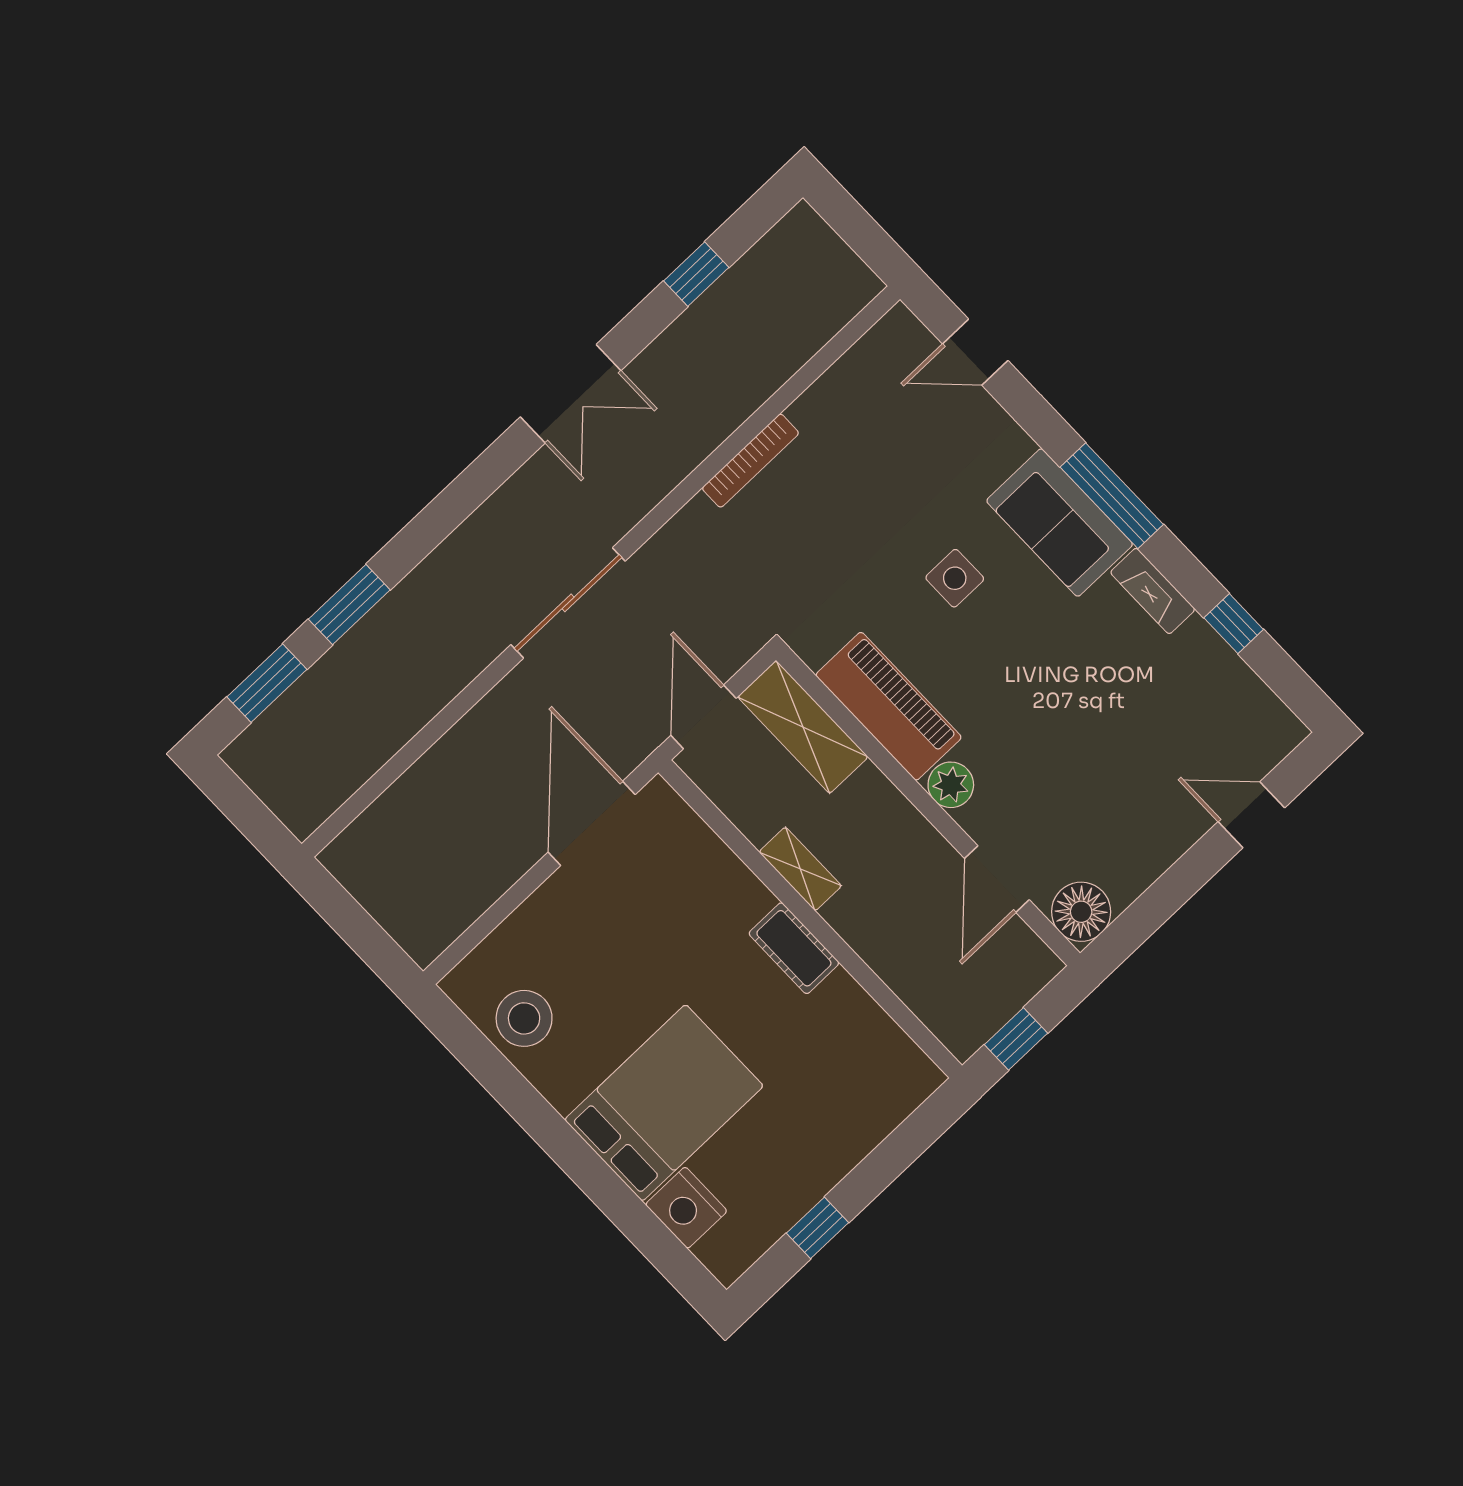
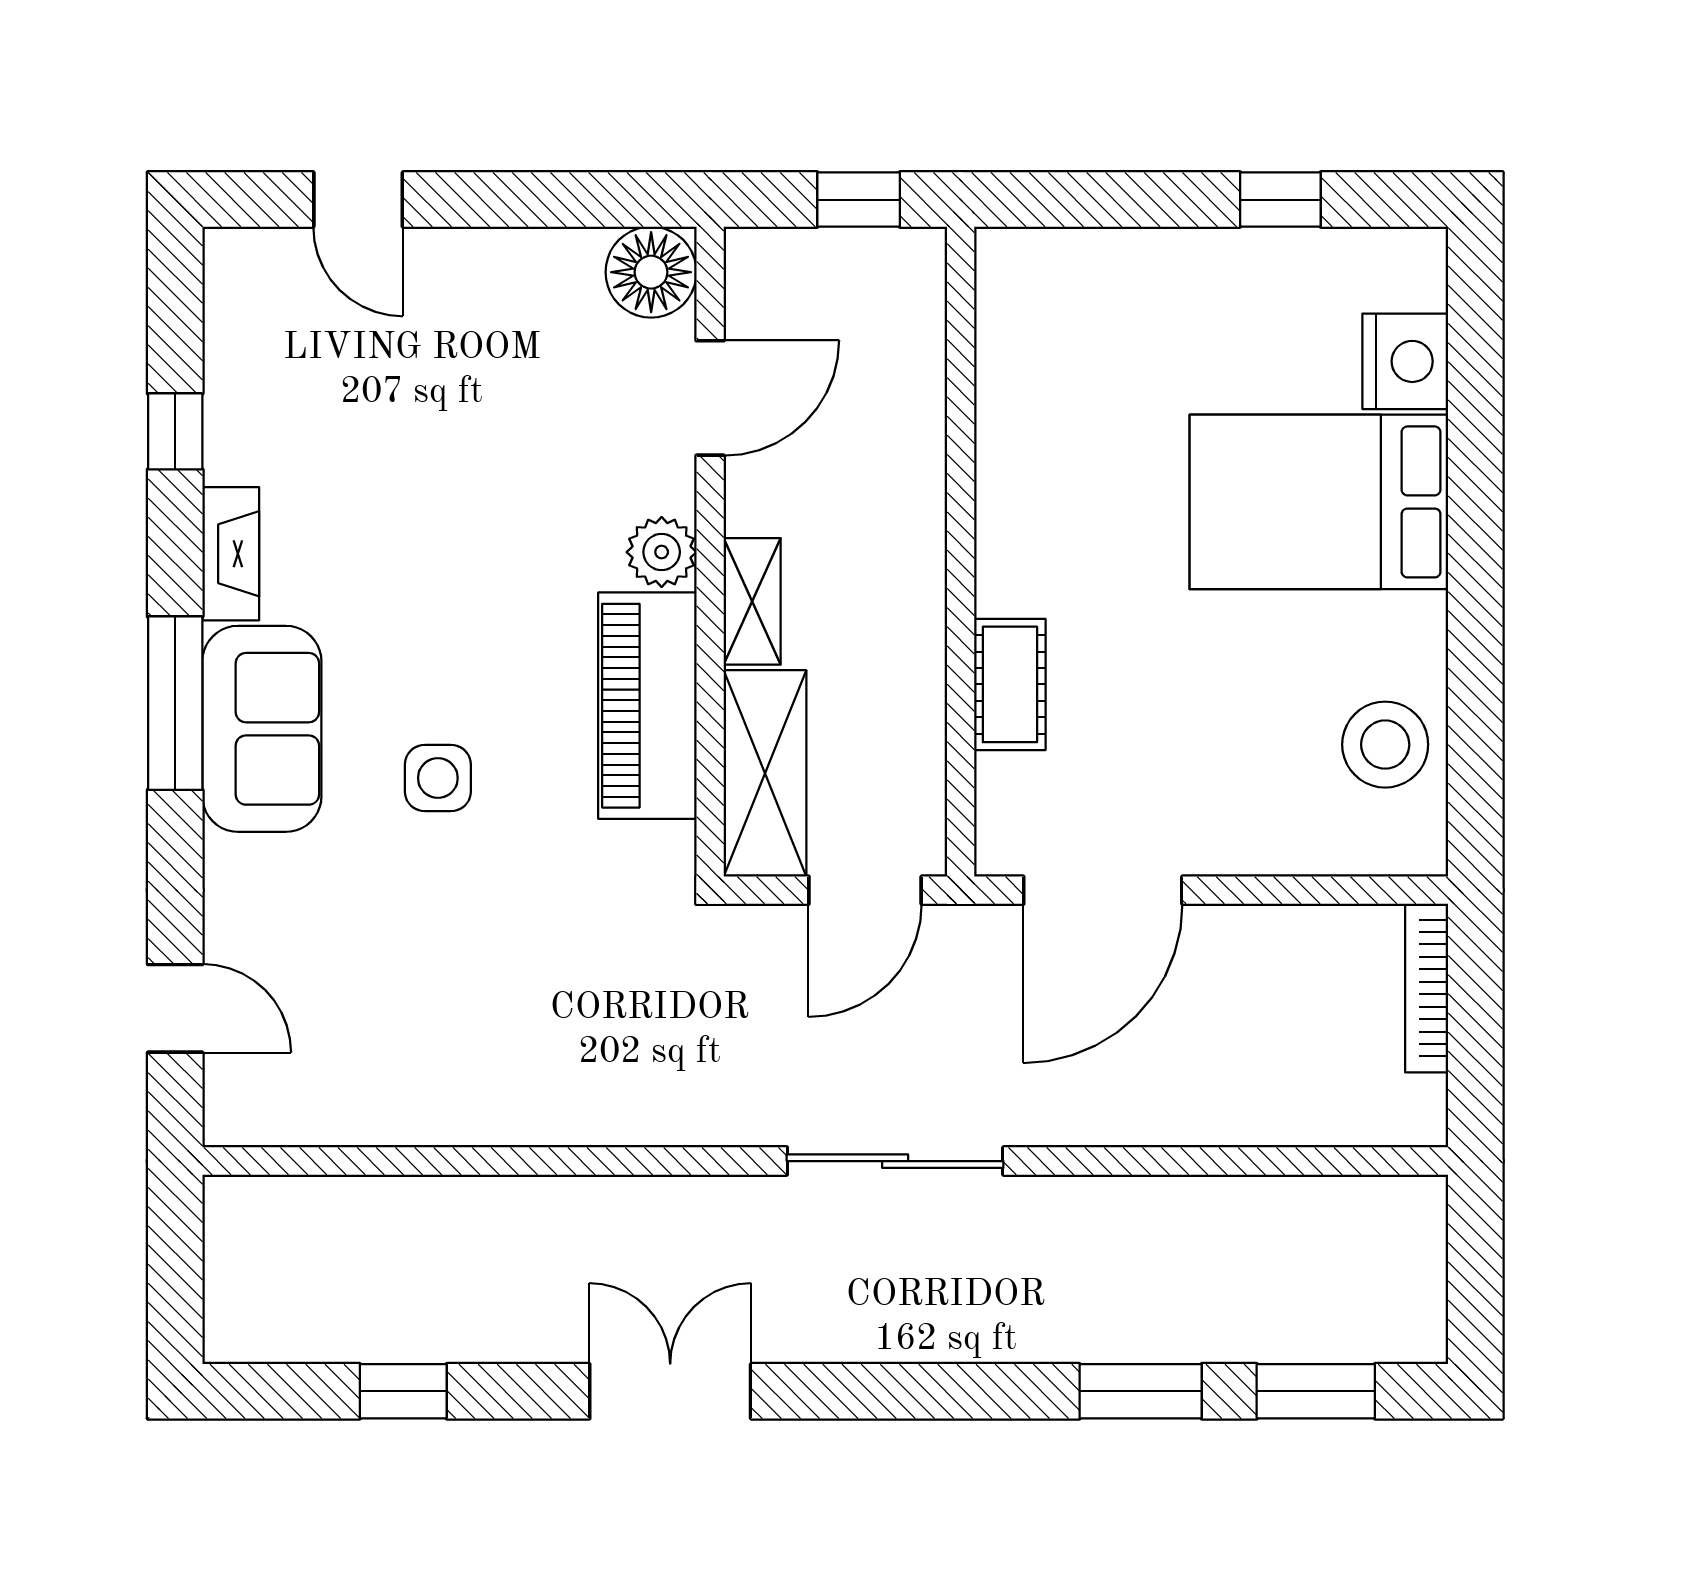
bookcase: (750, 461) -> (1427, 988), moved, turned -90
shelving: (800, 869) -> (752, 601), moved
cot: (794, 948) -> (1010, 684), moved

